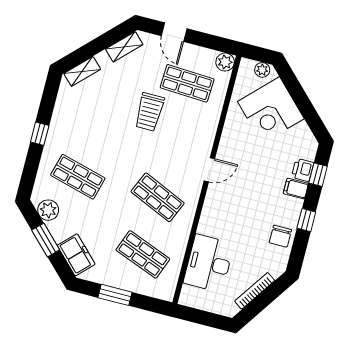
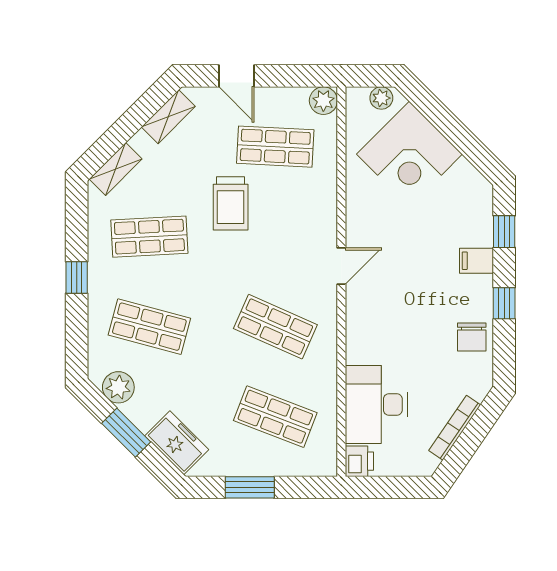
shop shelf: (93, 120) -> (149, 237), added
printer: (303, 170) -> (359, 461), moved, turned 180

